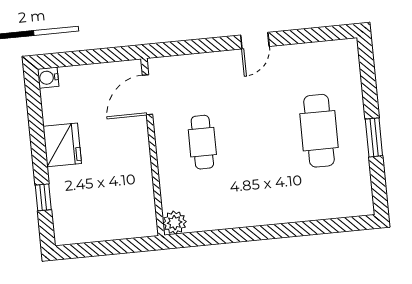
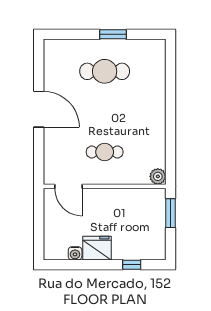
door: (255, 41) -> (39, 109), width x1.88
water cooler: (48, 78) -> (75, 253), moved
window: (123, 246) -> (171, 213), added

